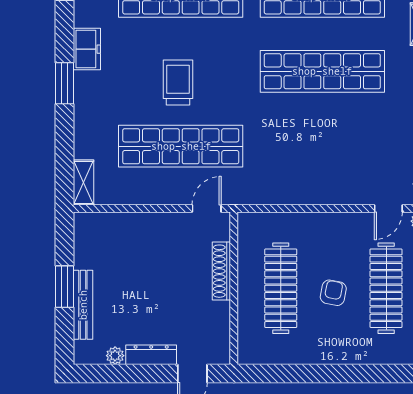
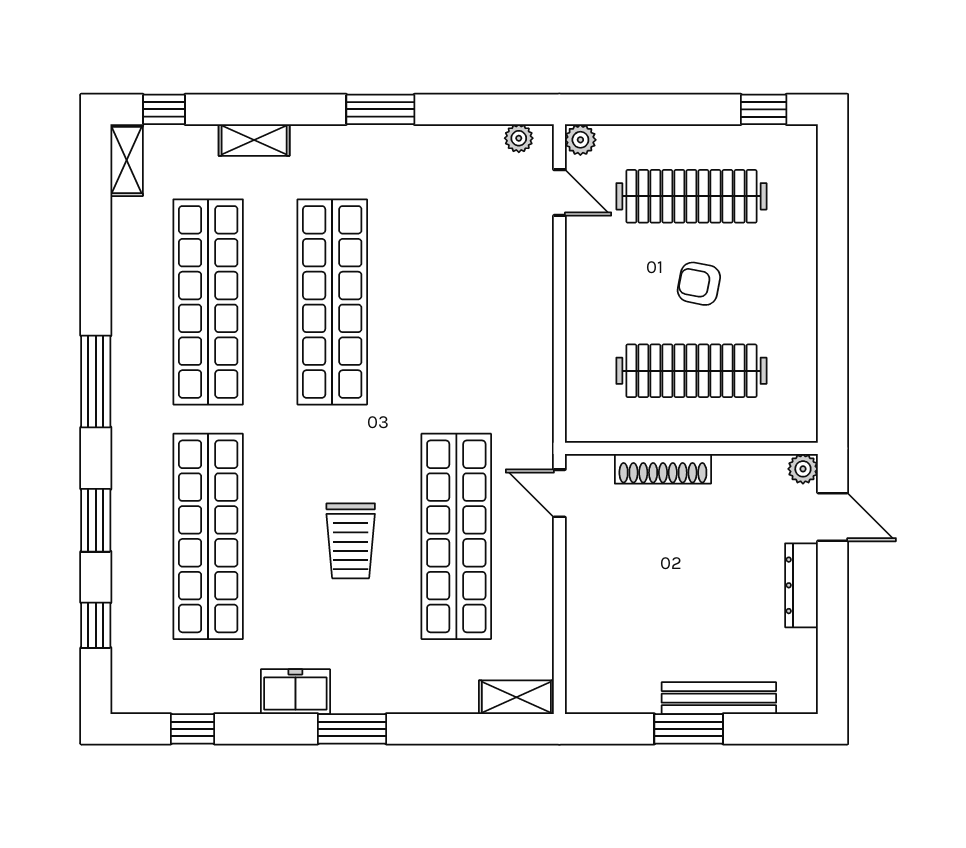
trolley: (178, 82) -> (351, 541), turned -90
plant: (115, 356) -> (803, 469), moved

